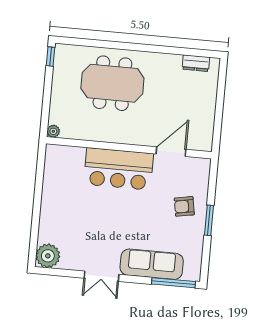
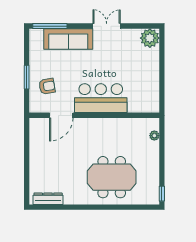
dresser: (196, 63) -> (48, 199), width x1.44
wall: (129, 148) -> (94, 115), moved
door: (171, 152) -> (61, 115), moved
bar counter: (119, 169) -> (101, 98), moved

